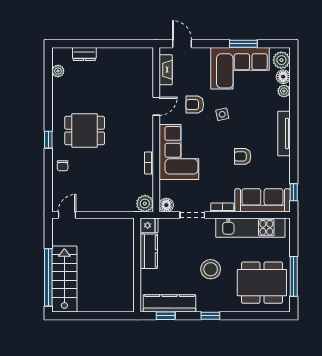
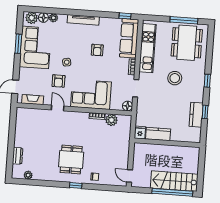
plant: (145, 204) -> (111, 120), moved
fridge: (149, 225) -> (140, 133), moved
kitchen counter: (149, 251) -> (158, 134), moved
wall: (137, 265) -> (167, 143), moved
kitchen counter: (170, 303) -> (196, 115), width x0.67

